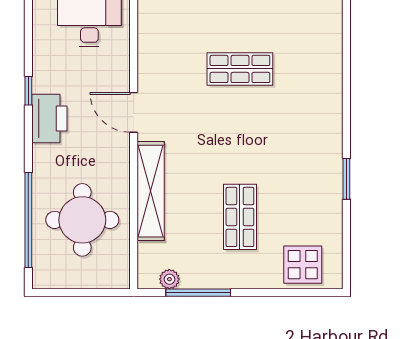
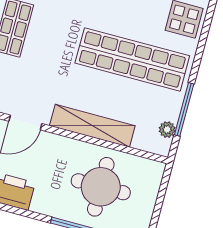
shop shelf: (240, 217) -> (132, 59), width x2.00, depth x1.36

